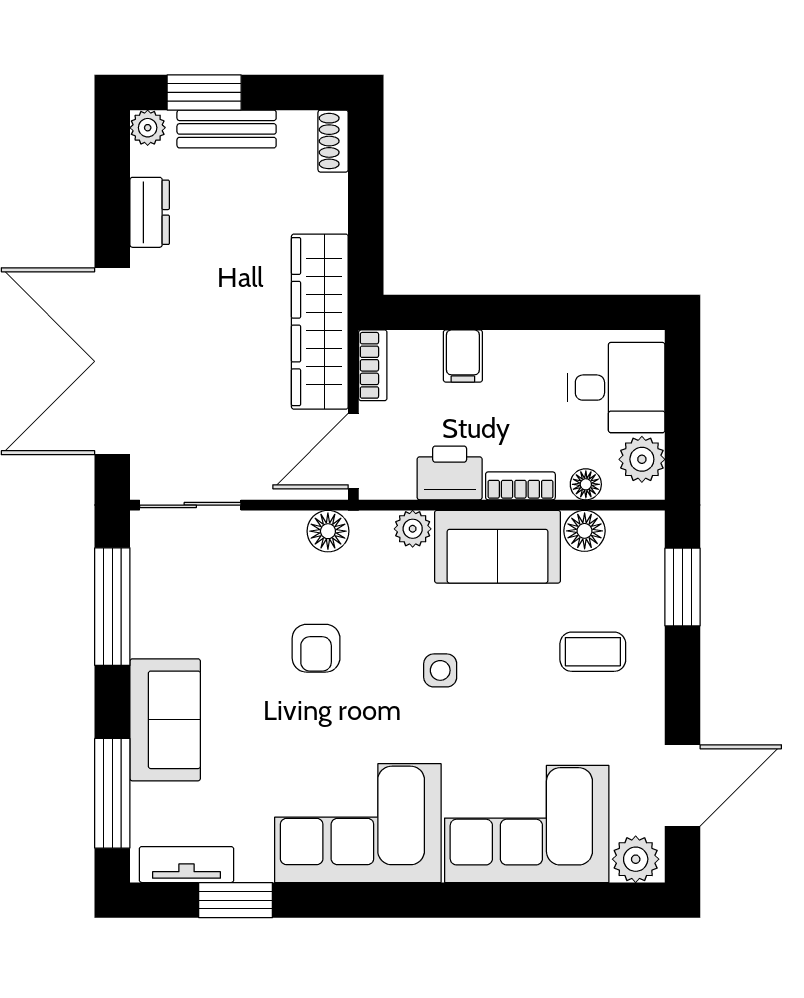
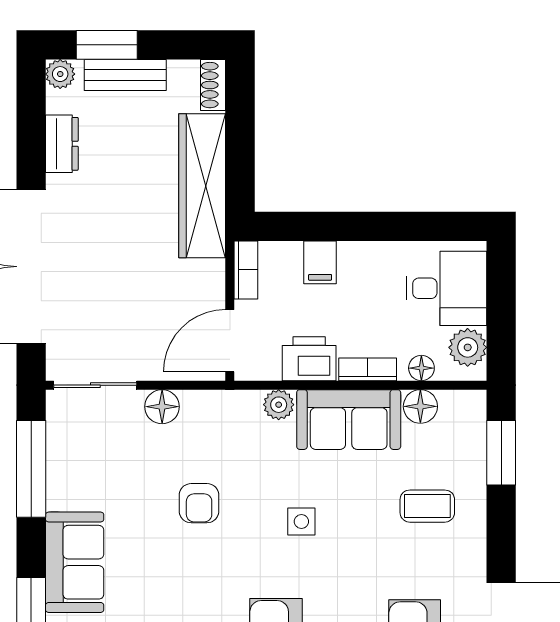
wardrobe: (320, 322) -> (202, 186), moved
floor lamp: (328, 531) -> (162, 407), moved

